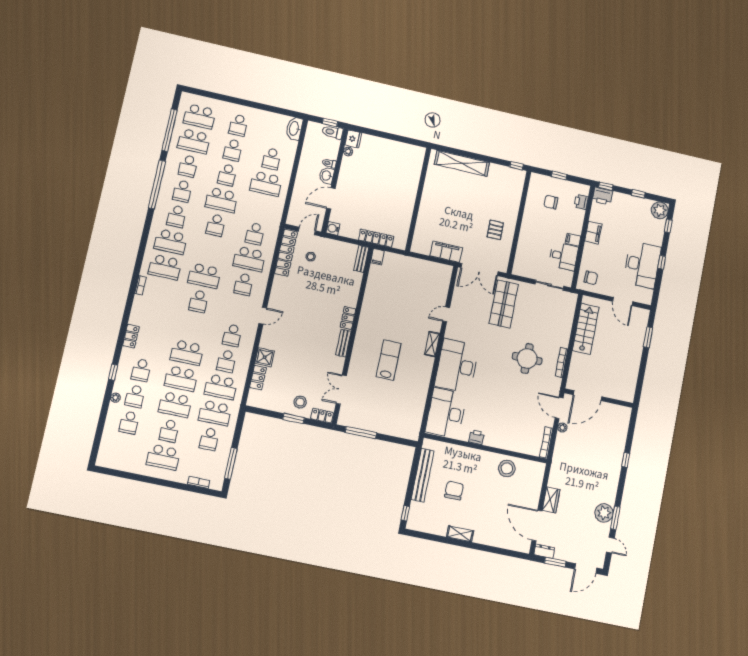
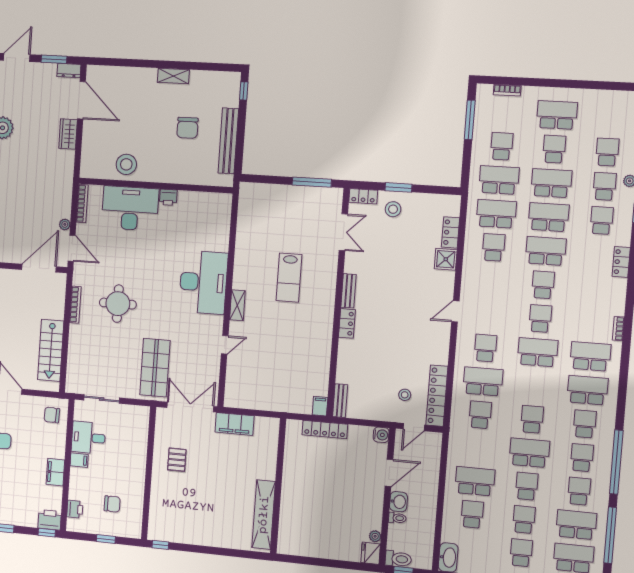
shelving: (462, 163) -> (264, 515), moved, turned 90
school desk: (232, 335) -> (543, 285), moved
desk: (446, 413) -> (130, 208), moved, turned -90

